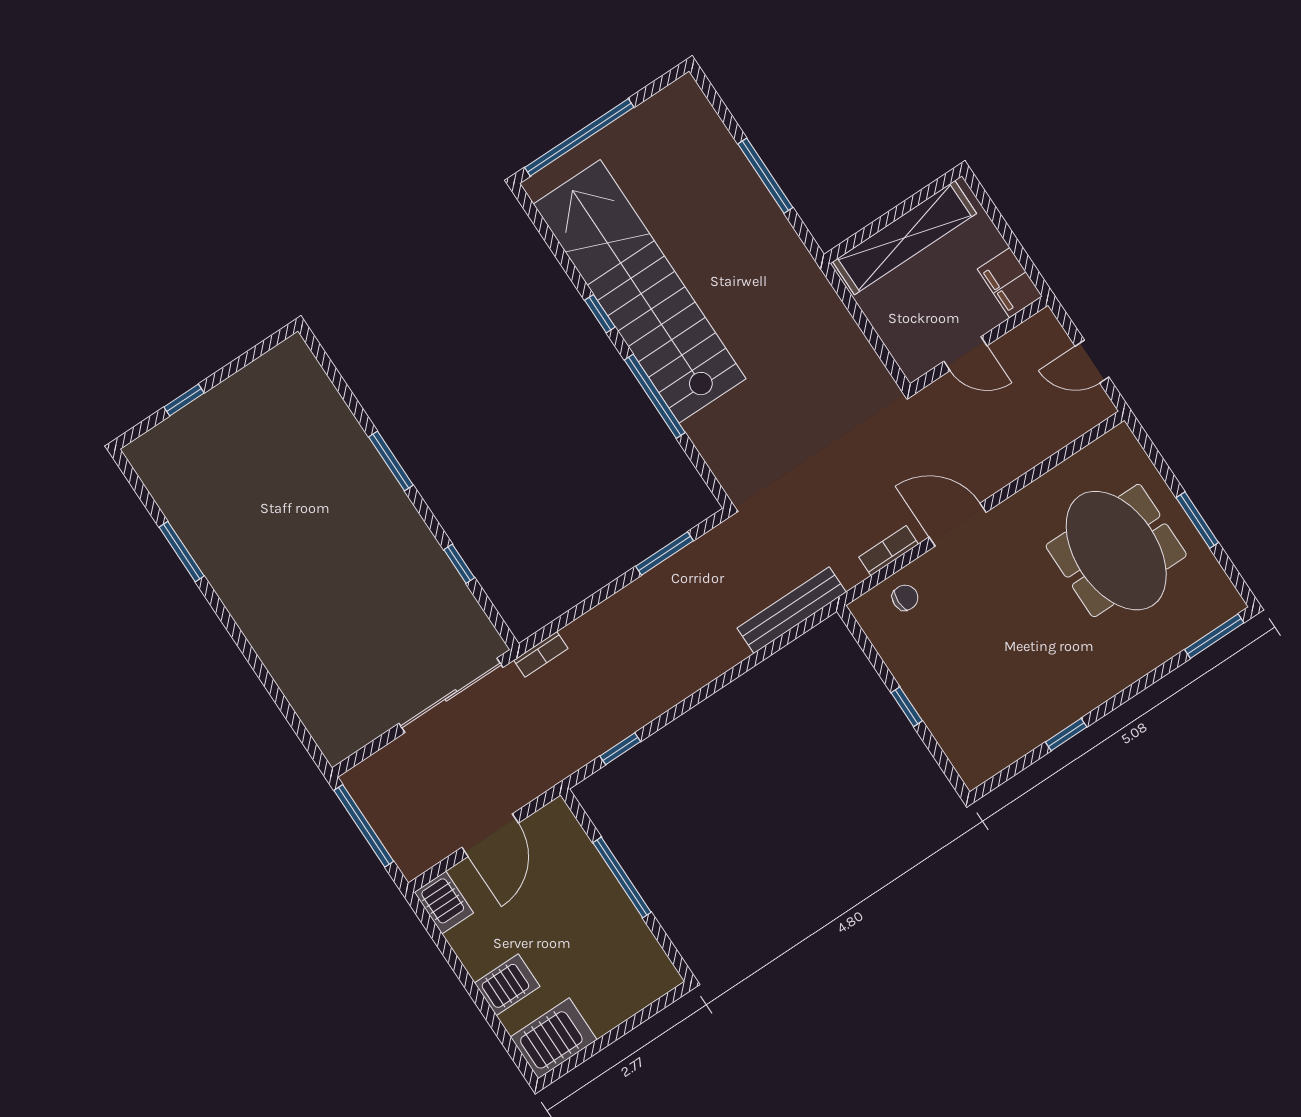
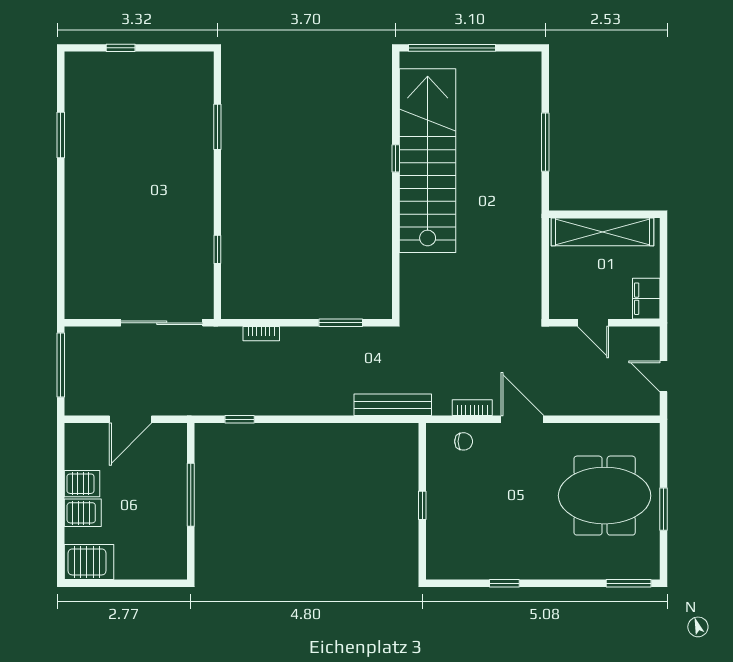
window: (655, 396) -> (396, 228), removed
window: (391, 461) -> (217, 127), moved
meeting table: (1116, 551) -> (605, 496), turned 90
bookcase: (541, 654) -> (261, 334), moved
server rack: (444, 903) -> (82, 484), moved, turned -90

